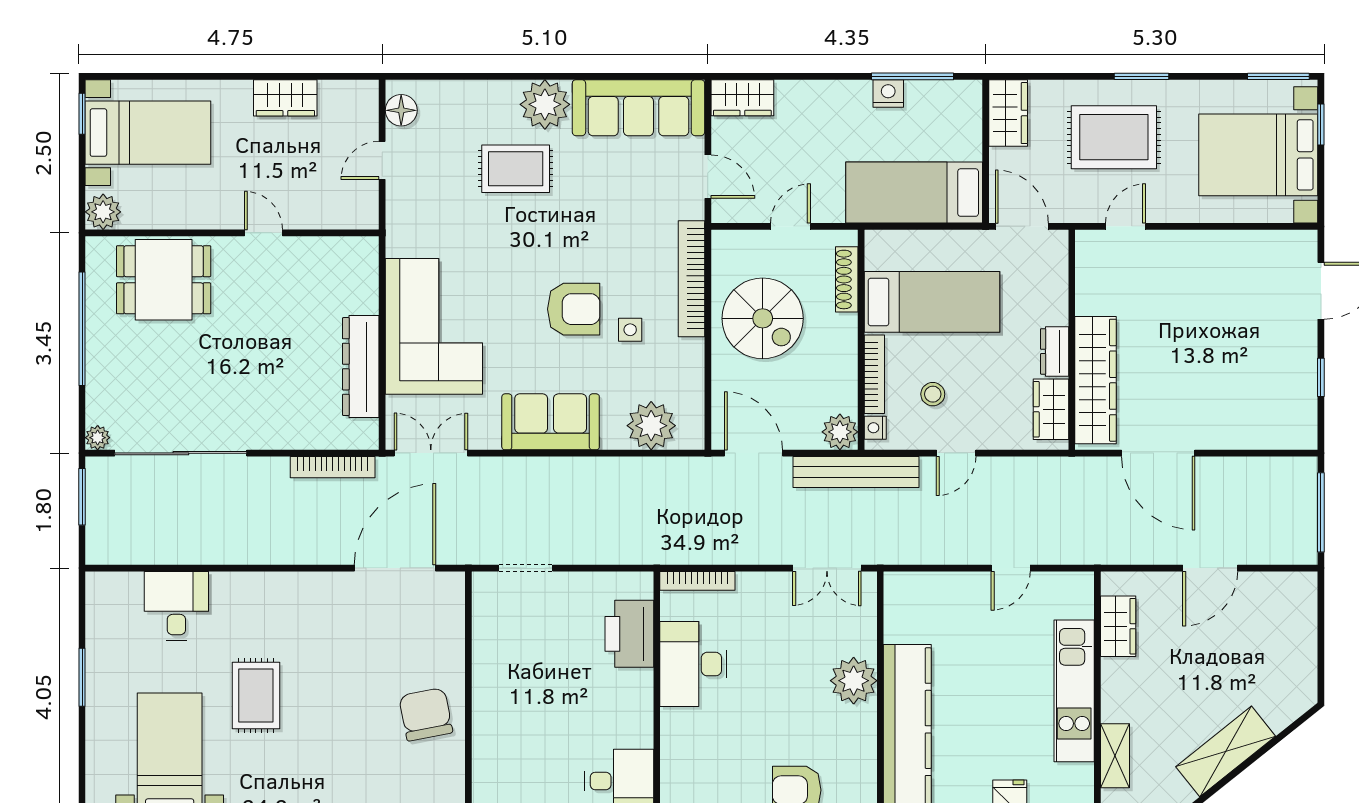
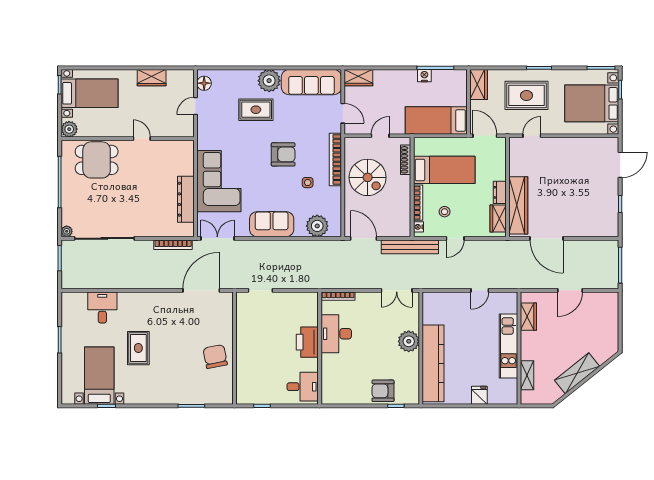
armchair: (574, 309) -> (283, 154), moved
plant: (840, 432) -> (403, 229), removed
printer: (629, 634) -> (307, 342), moved

